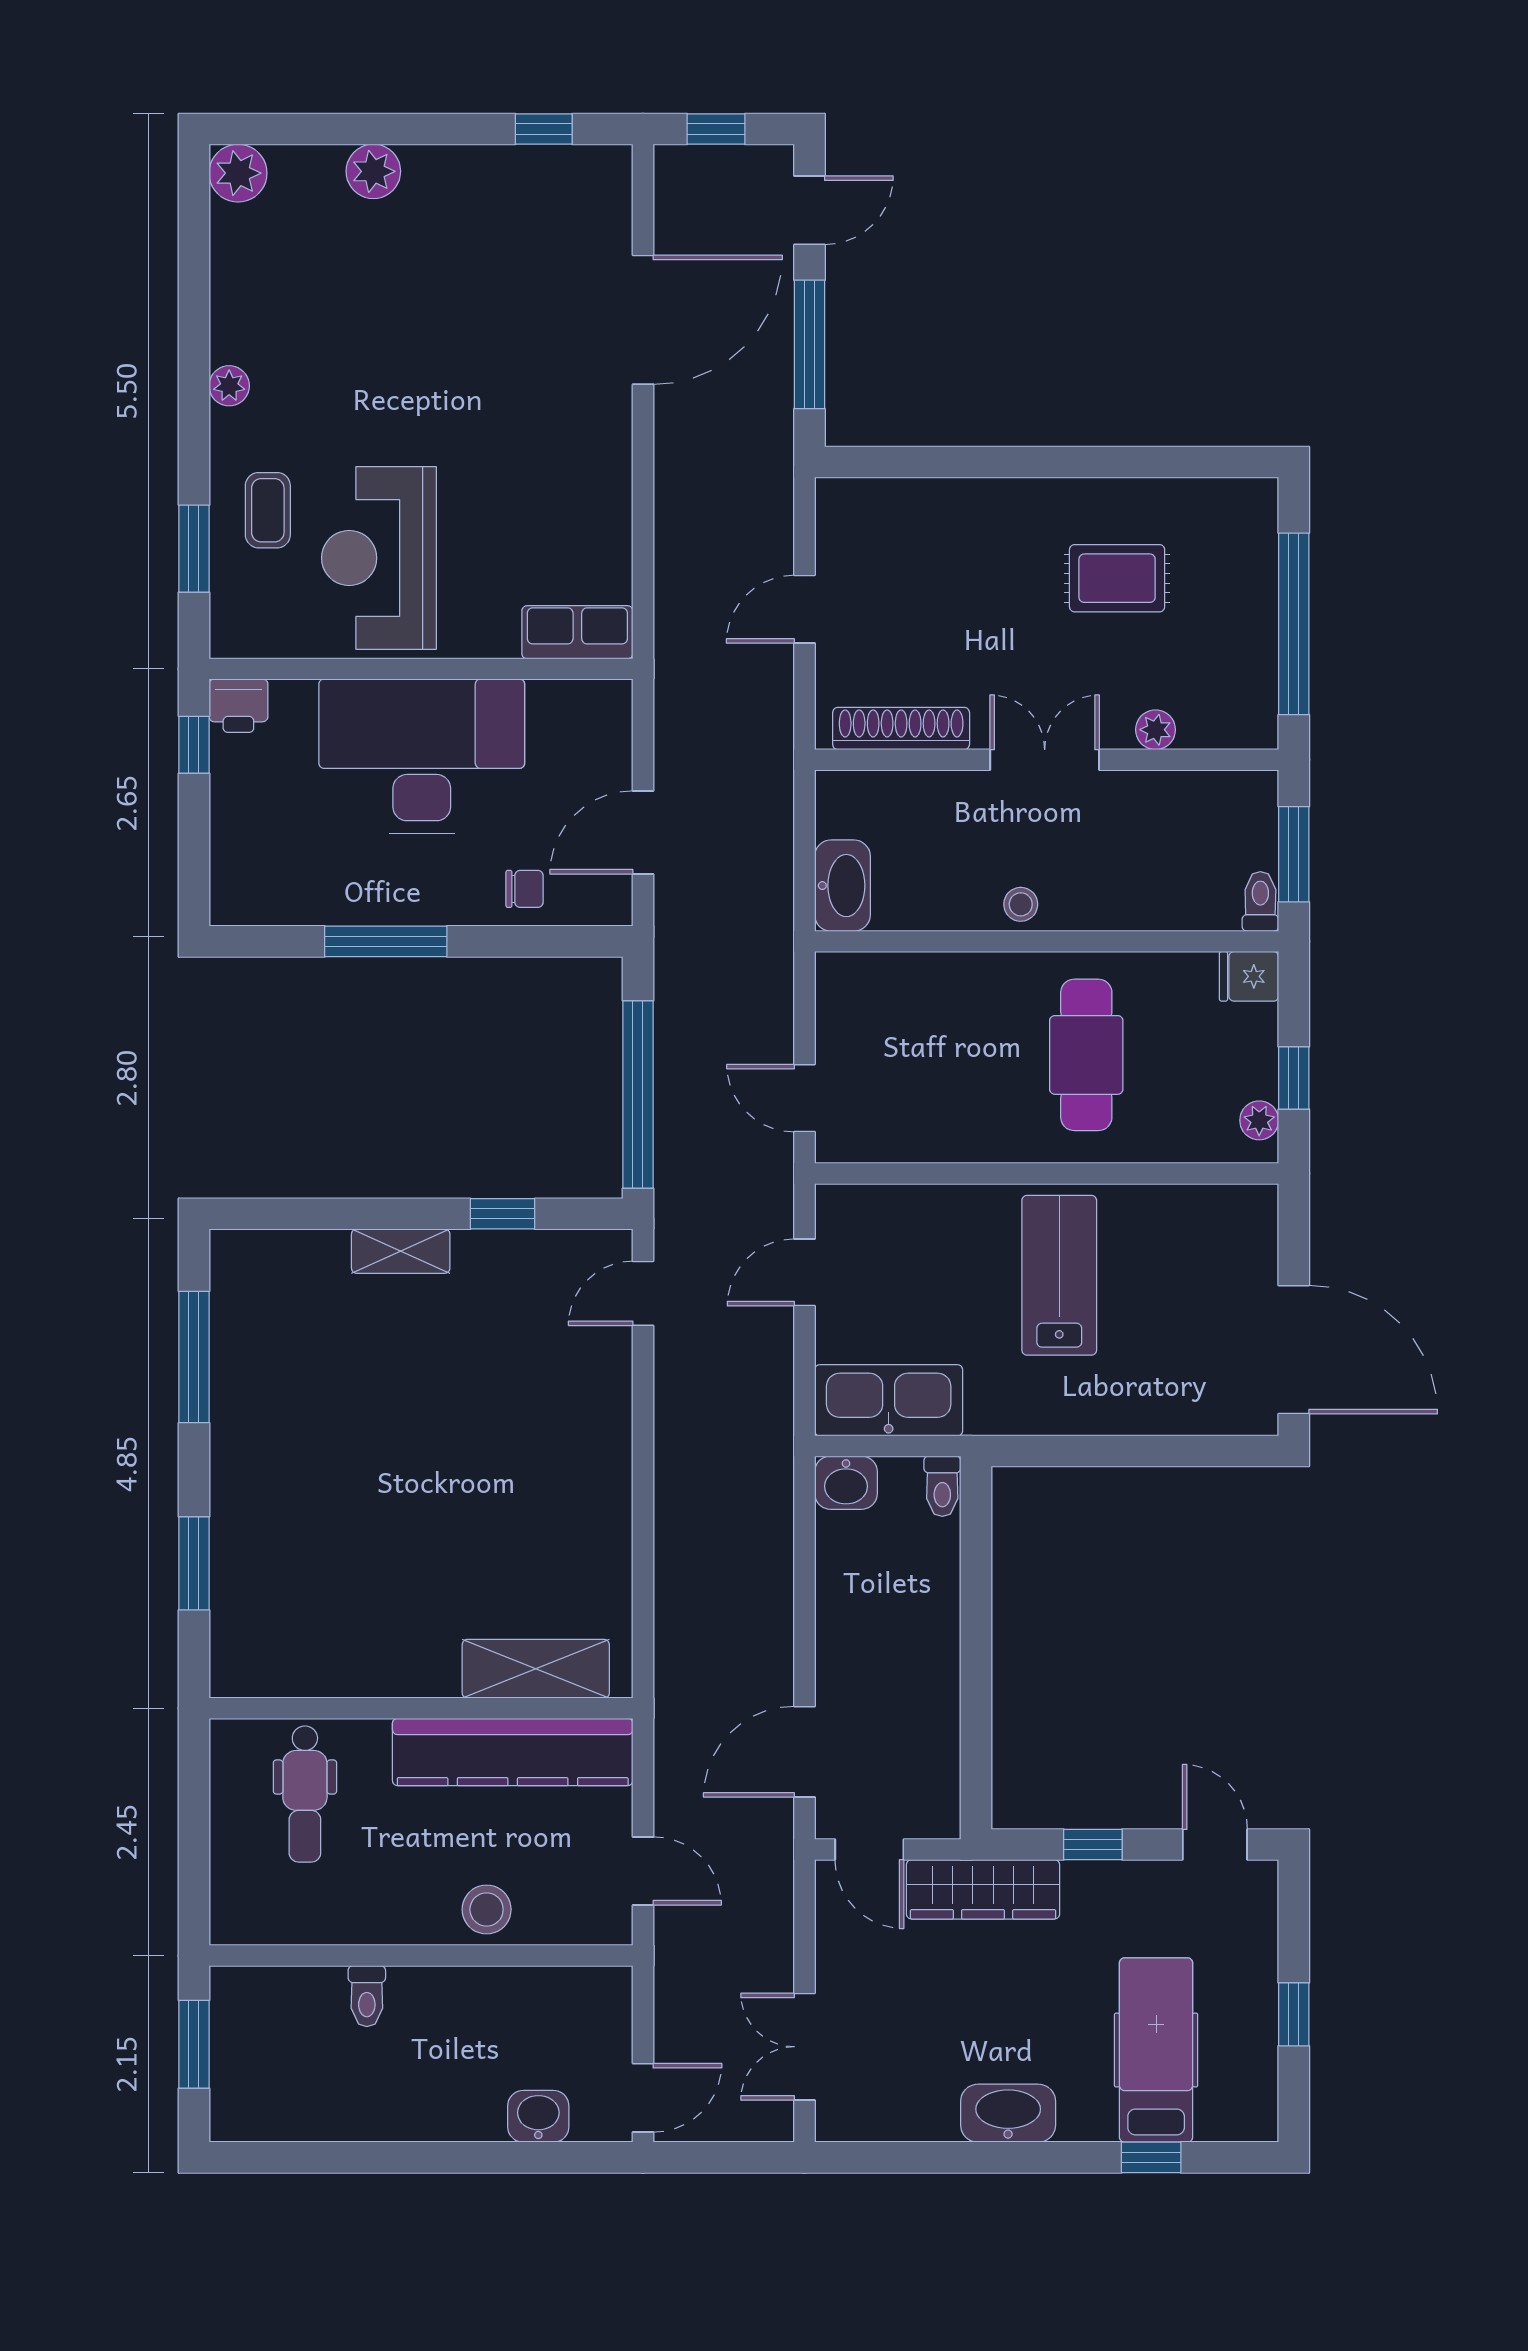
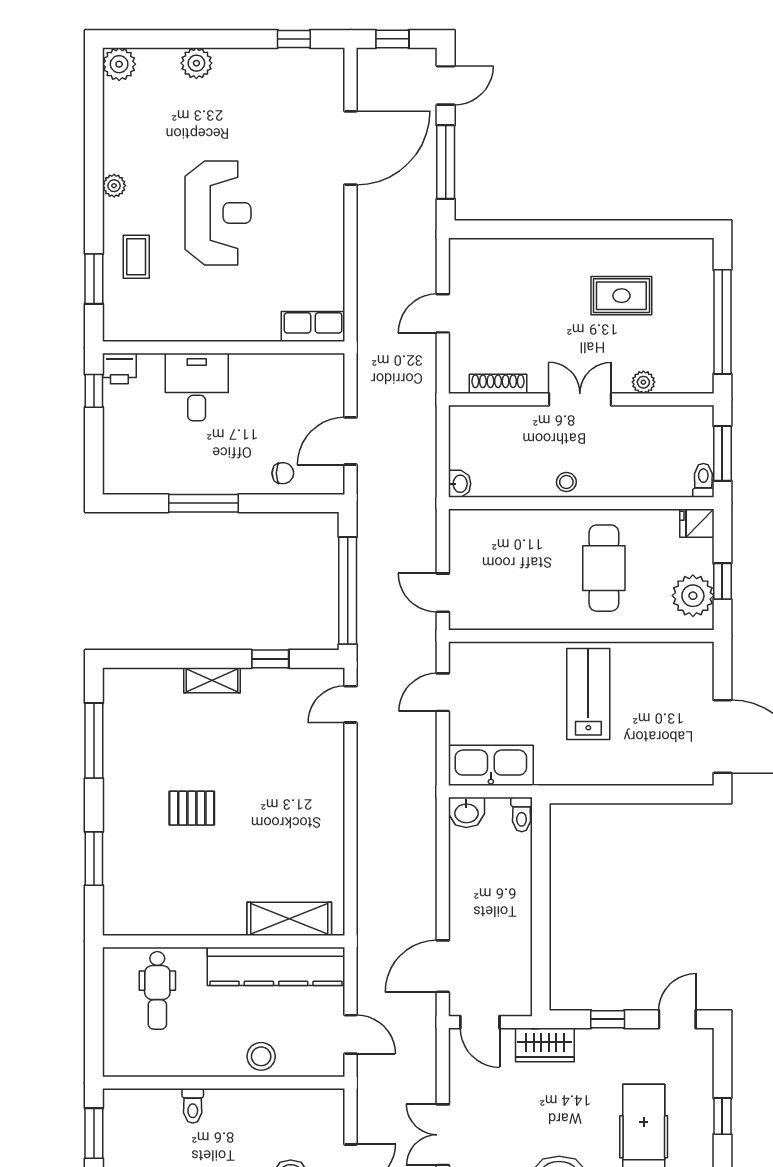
reception desk: (379, 558) -> (218, 213), moved, turned 180
shoe rack: (901, 729) -> (498, 384), width x0.74, depth x0.81
desk: (422, 756) -> (197, 387), width x0.53, depth x0.77
washbasin: (842, 886) -> (460, 484), width x0.52, depth x0.69
plant: (1259, 1120) -> (693, 596), width x1.88, depth x1.88
pallet: (365, 1475) -> (192, 808), added
door: (1215, 1845) -> (677, 1019), hinge flipped
wardrobe: (983, 1889) -> (545, 1045), width x0.67

